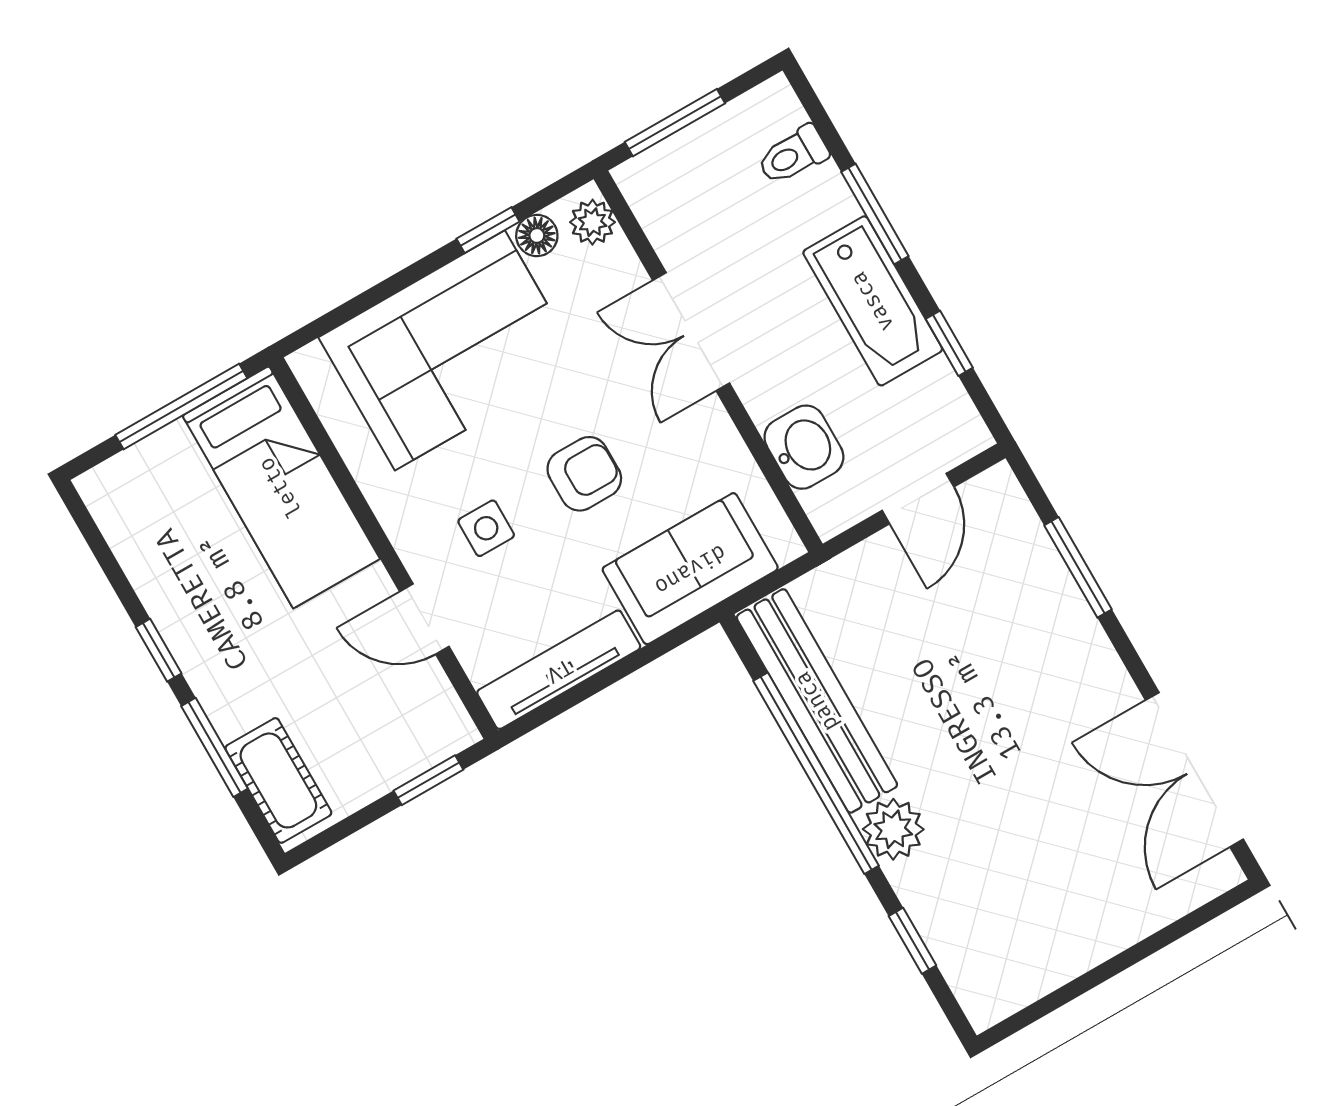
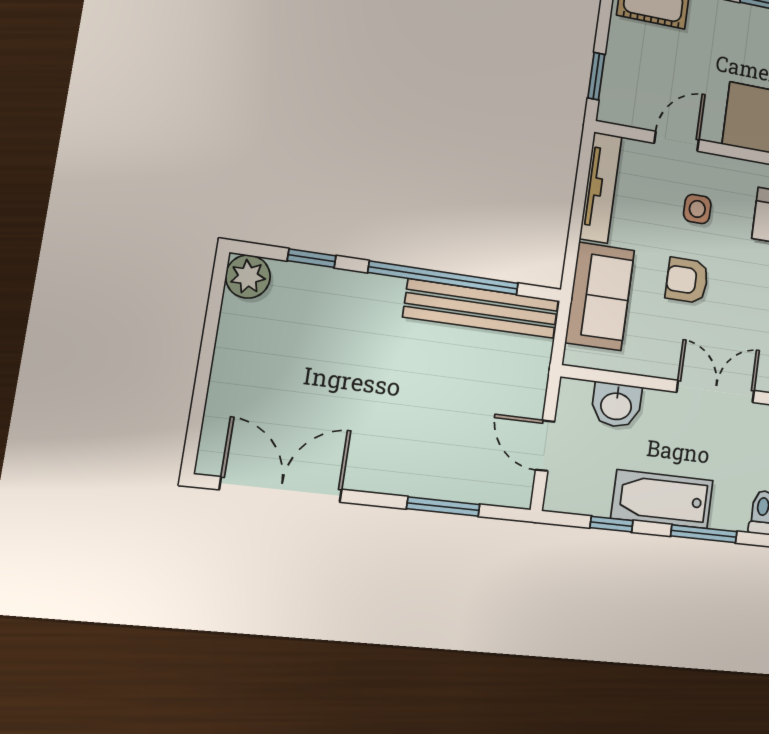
armchair: (584, 474) -> (687, 280), turned 90
plant: (893, 829) -> (248, 277), moved

